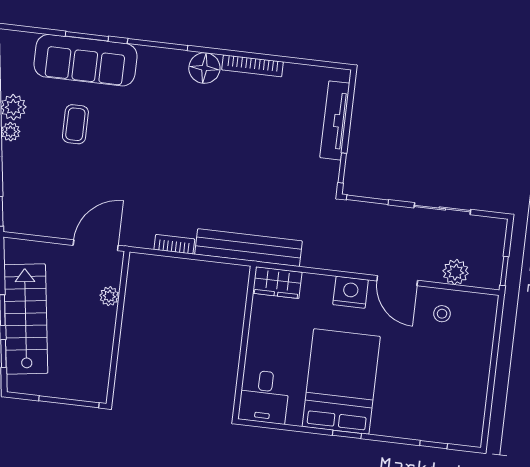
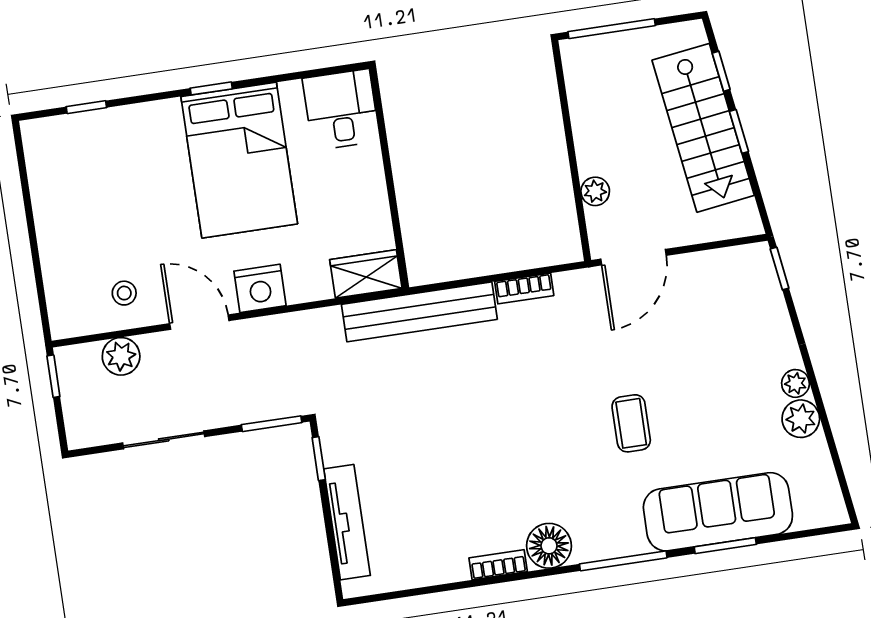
bookcase: (253, 66) -> (498, 565), width x0.64
coffee table: (75, 124) -> (631, 423), moved

